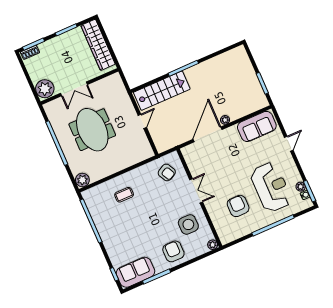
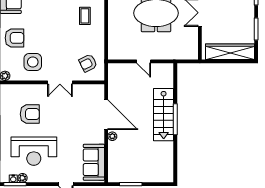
stairs: (162, 91) -> (164, 115), moved

